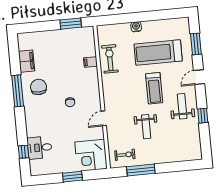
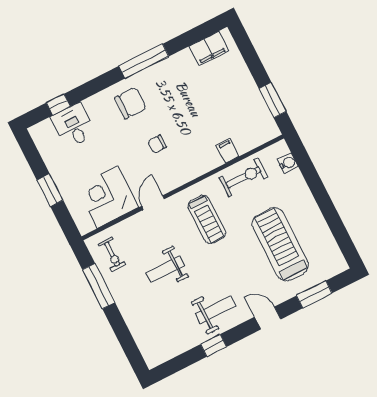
water cooler: (136, 27) -> (288, 163), moved
filing cabinet: (27, 61) -> (209, 49), moved
chair: (39, 87) -> (130, 103), moved
treadmill: (154, 88) -> (207, 219), moved, turned -90
door: (104, 118) -> (153, 202), hinge flipped
corner desk: (91, 155) -> (107, 197), moved

